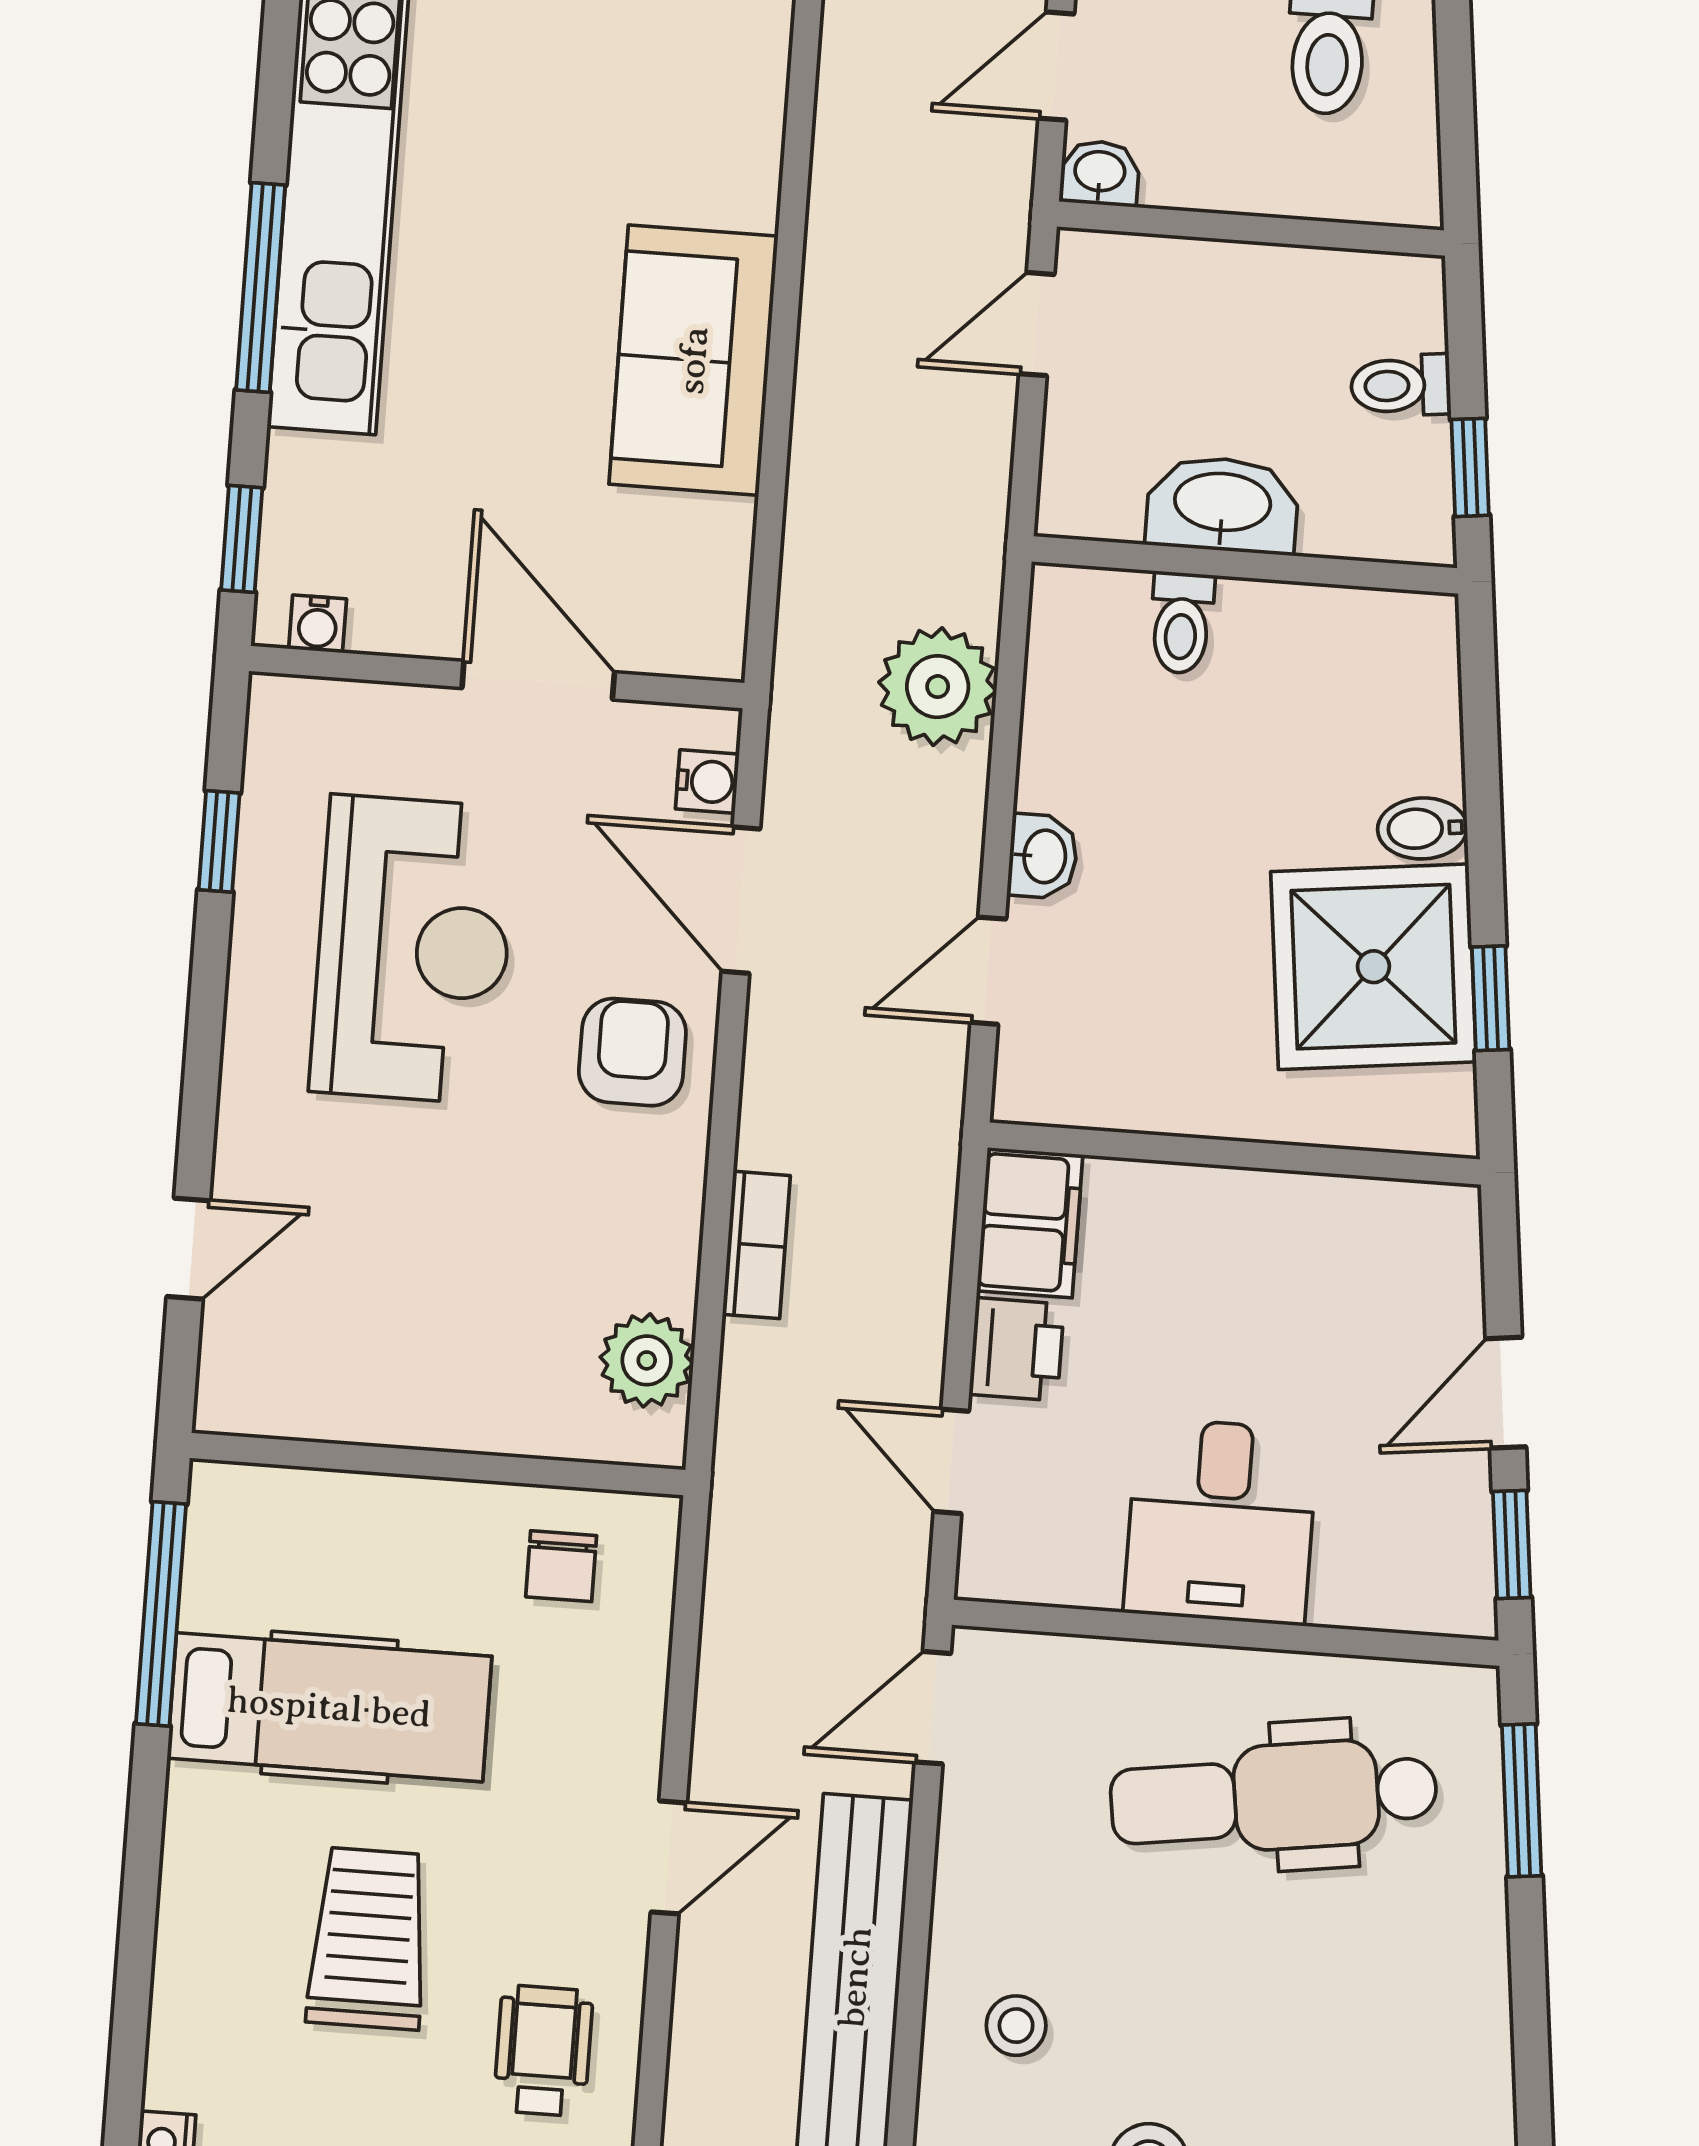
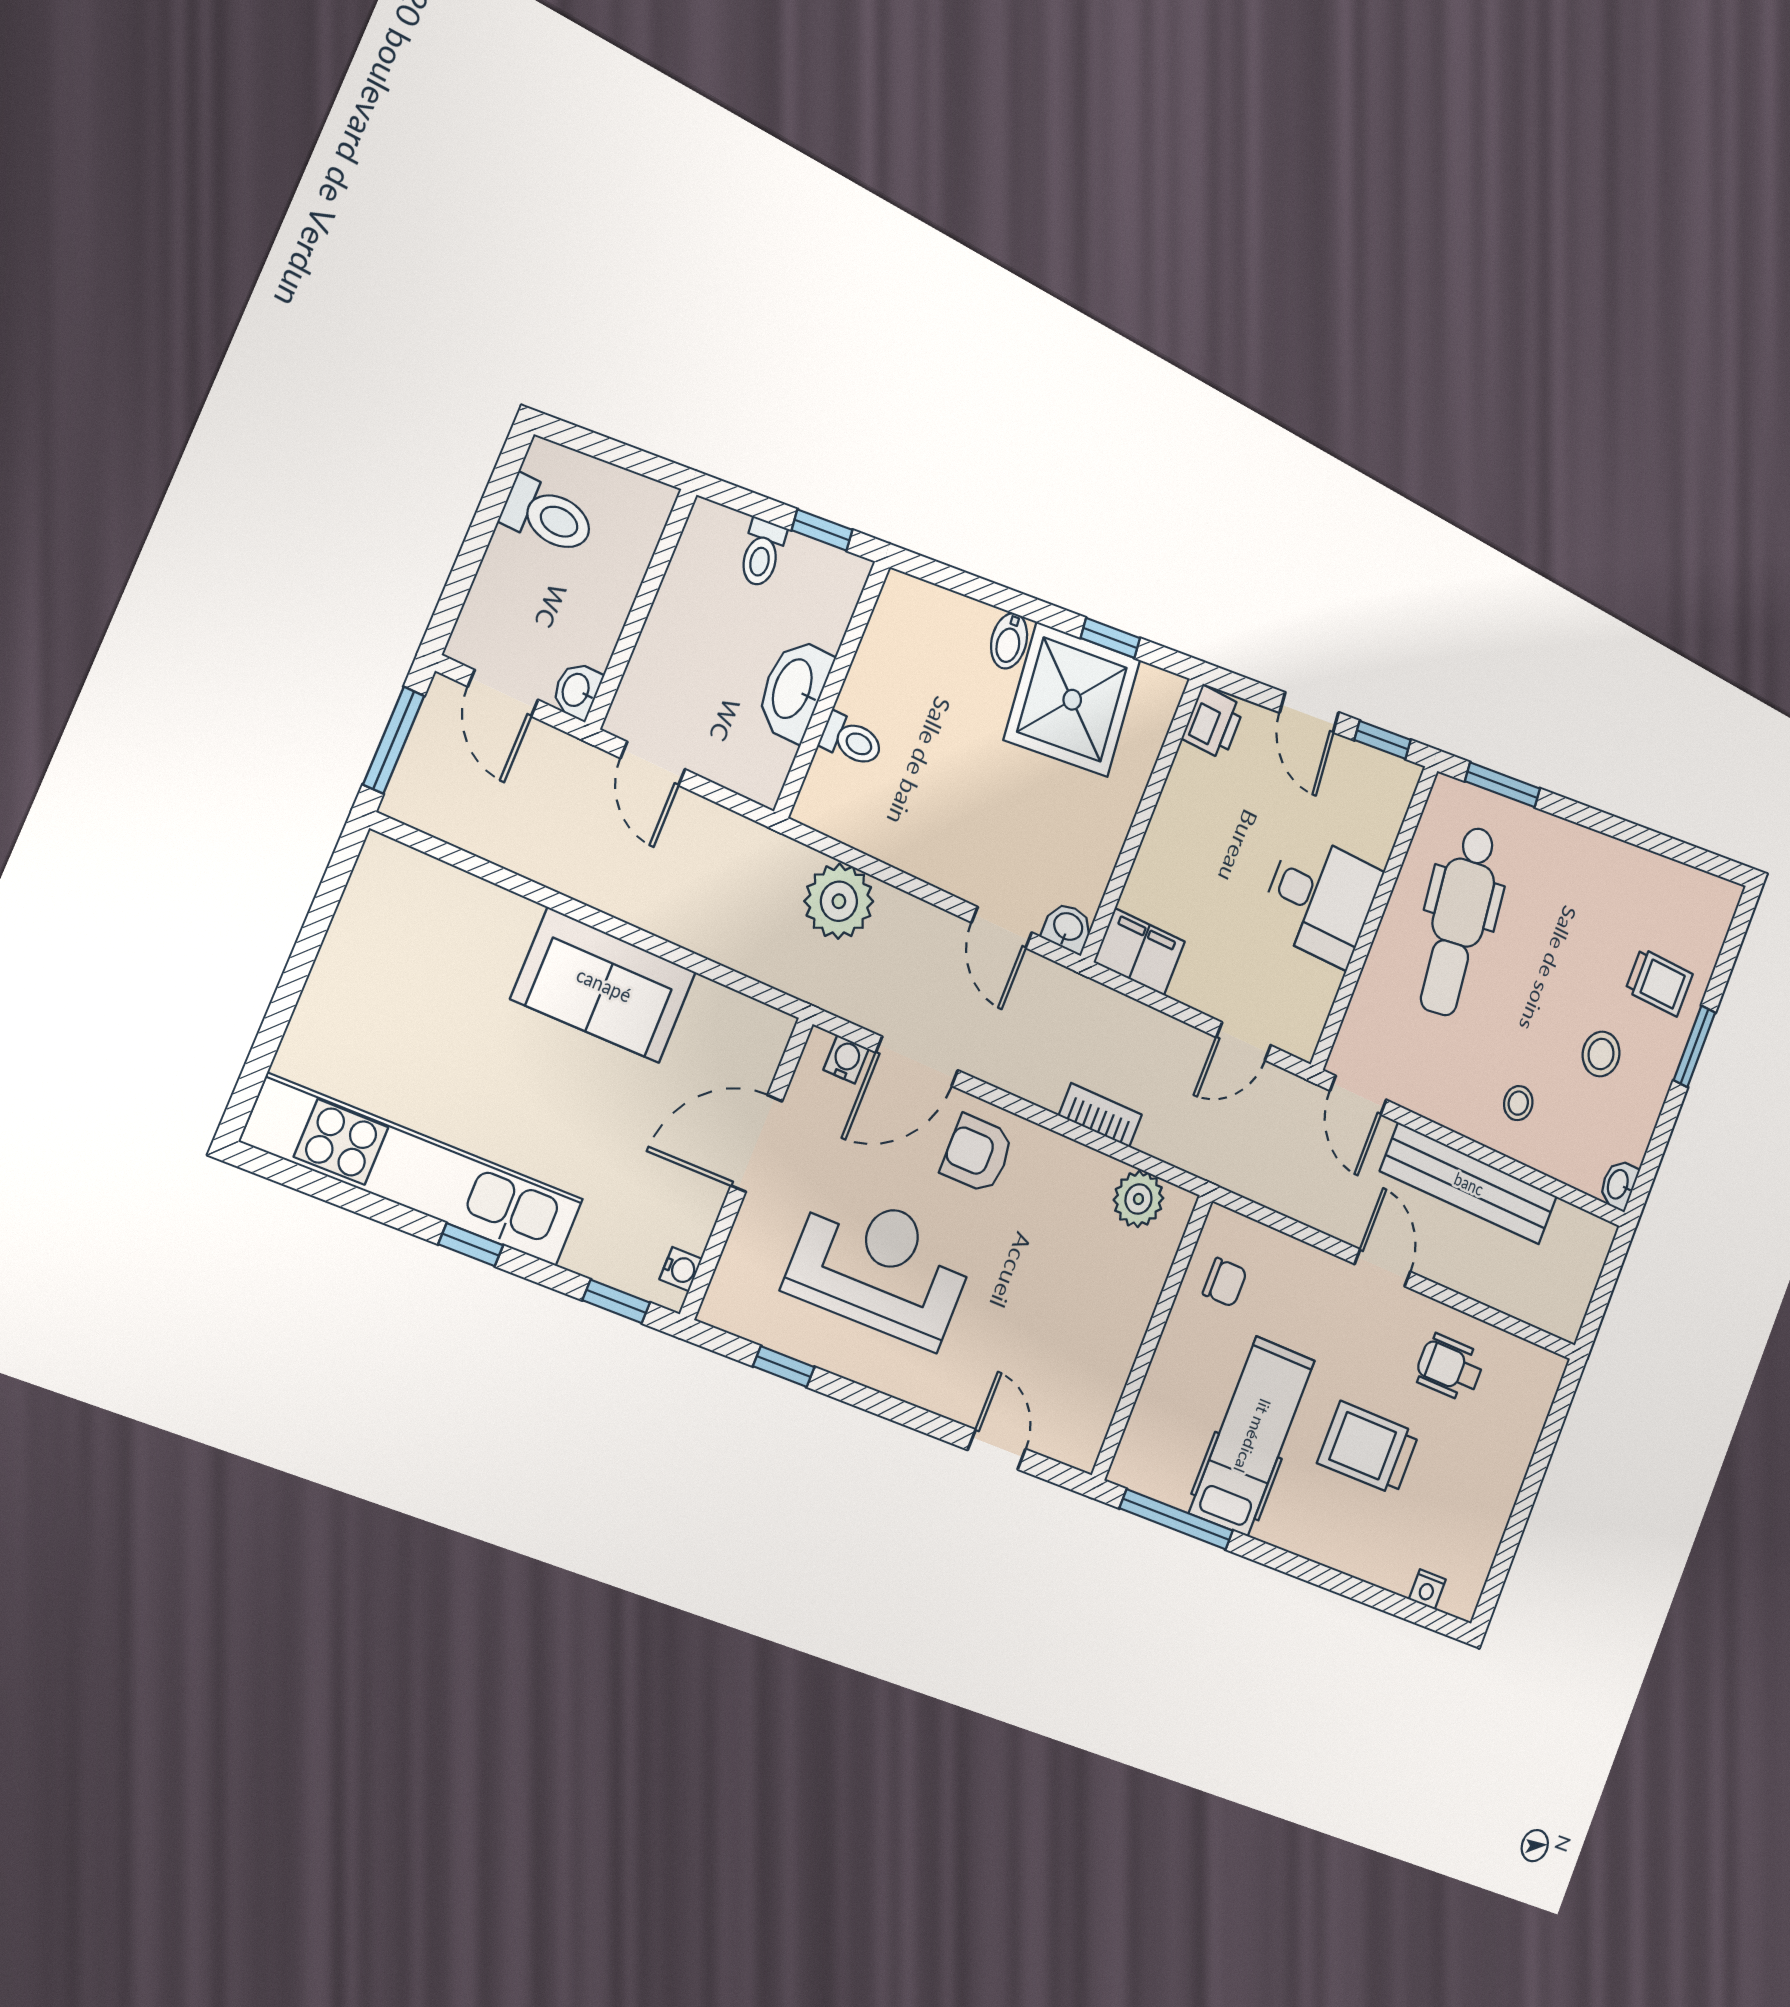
window: (261, 287) -> (471, 1245), width x0.46
washbasin: (1043, 856) -> (1068, 928), moved
printer: (1017, 1349) -> (1213, 722), moved, turned 90

